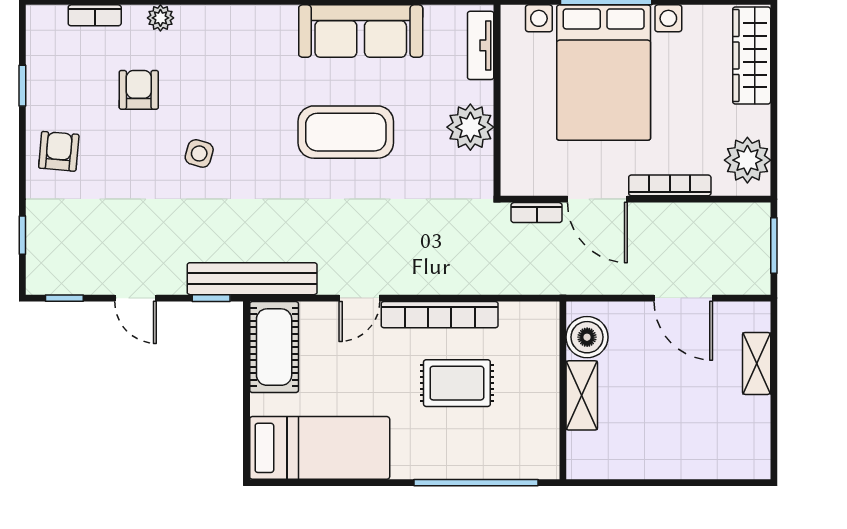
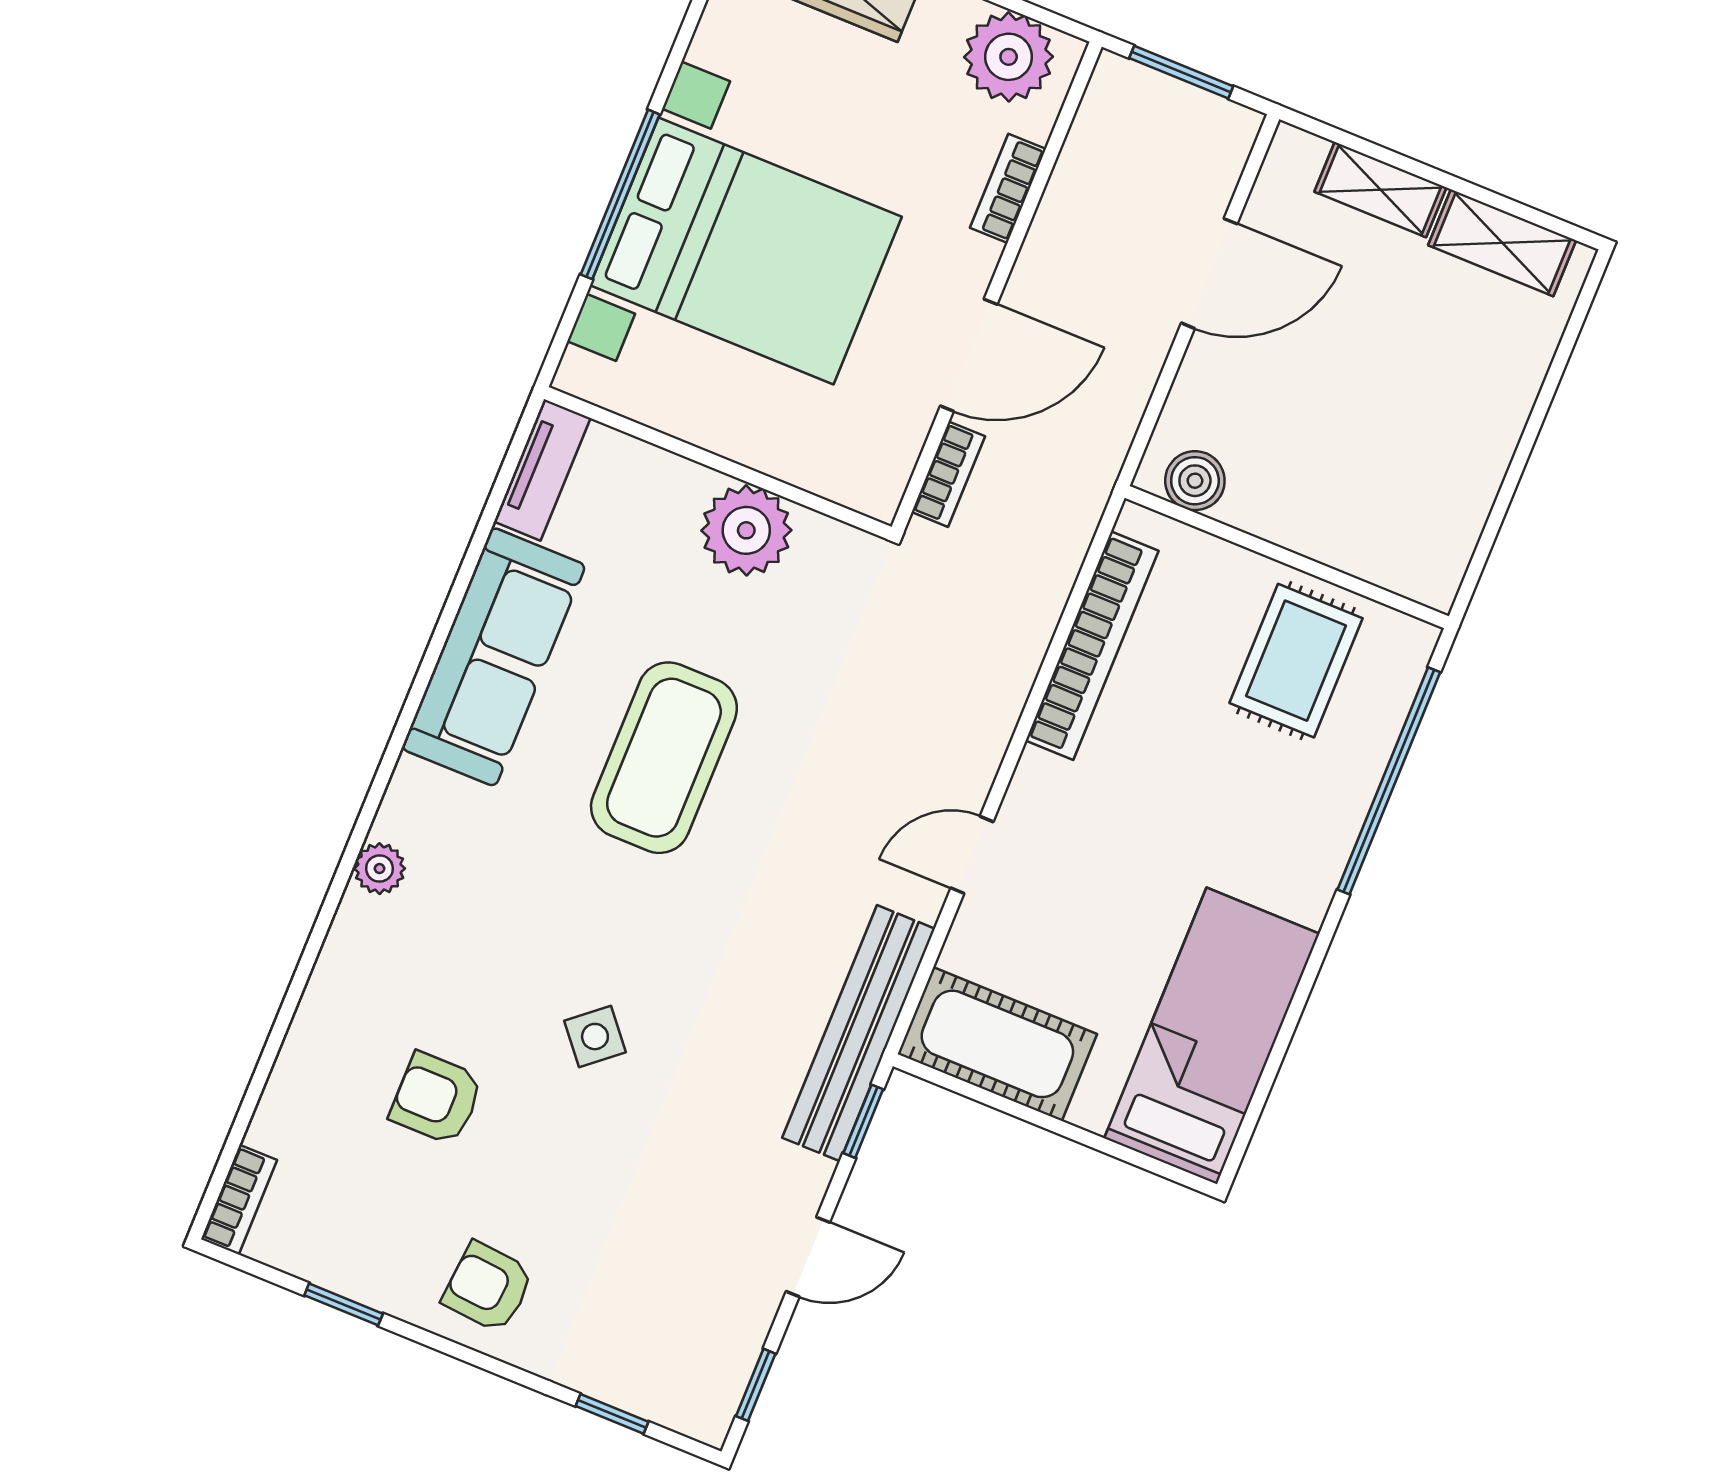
bookcase: (95, 15) -> (239, 1200), moved
plant: (160, 18) -> (380, 869), moved
tv unit: (481, 45) -> (542, 470), moved, turned -90
side table: (199, 153) -> (595, 1037), turned 34
bookcase: (670, 185) -> (1008, 188), width x0.64
door: (359, 298) -> (972, 855), swing flipped
bookcase: (440, 315) -> (1092, 646), moved
boiler: (587, 337) -> (1195, 481), width x0.73, depth x0.73
rug: (457, 383) -> (1296, 661), moved
shelving: (582, 395) -> (1502, 243), moved

